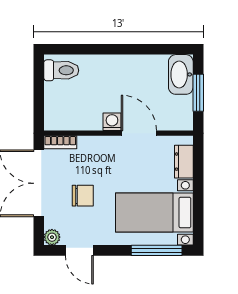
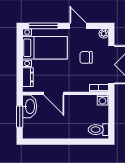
washbasin: (181, 74) -> (30, 106), moved
washing machine: (112, 122) -> (102, 100), moved
door: (79, 250) -> (78, 26), moved

